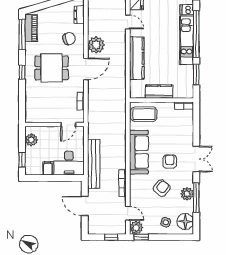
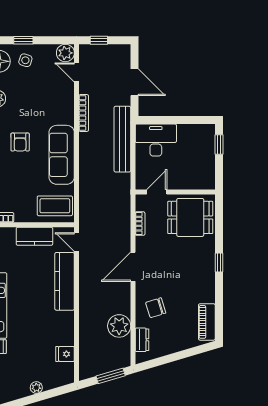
door: (128, 22) -> (77, 242), moved
window: (22, 34) -> (219, 313), removed
plant: (96, 45) -> (119, 326), moved
dining table: (52, 68) -> (190, 217), moved
plant: (31, 140) -> (207, 171), removed
filing cabinet: (48, 168) -> (184, 133), removed
armchair: (162, 188) -> (31, 106), removed
window: (141, 237) -> (23, 40), moved

